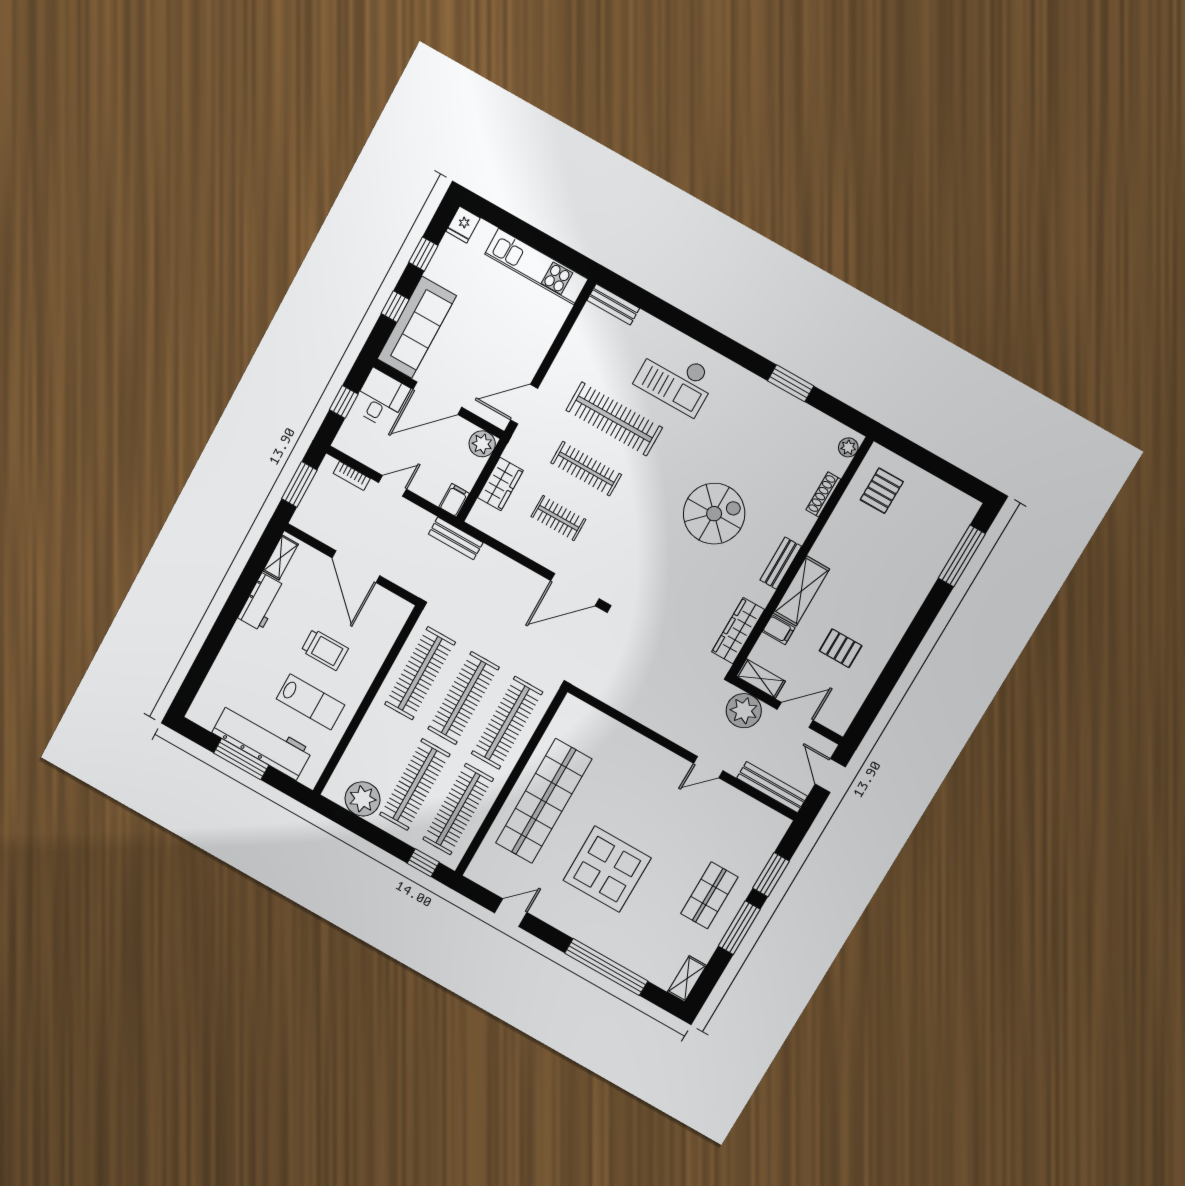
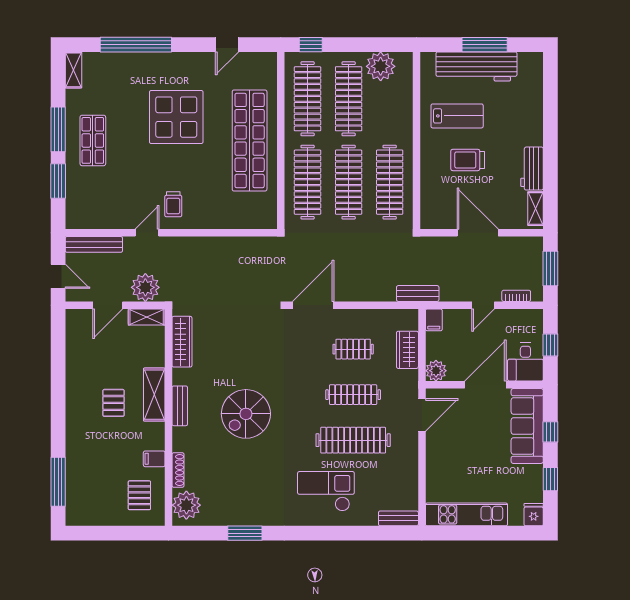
plant: (848, 447) -> (186, 505), width x1.87, depth x1.87
filing cabinet: (779, 630) -> (154, 459), moved
pallet: (841, 648) -> (114, 403), moved, turned 90
lab bench: (311, 702) -> (457, 116), turned 180
trolley: (663, 781) -> (173, 204), added

